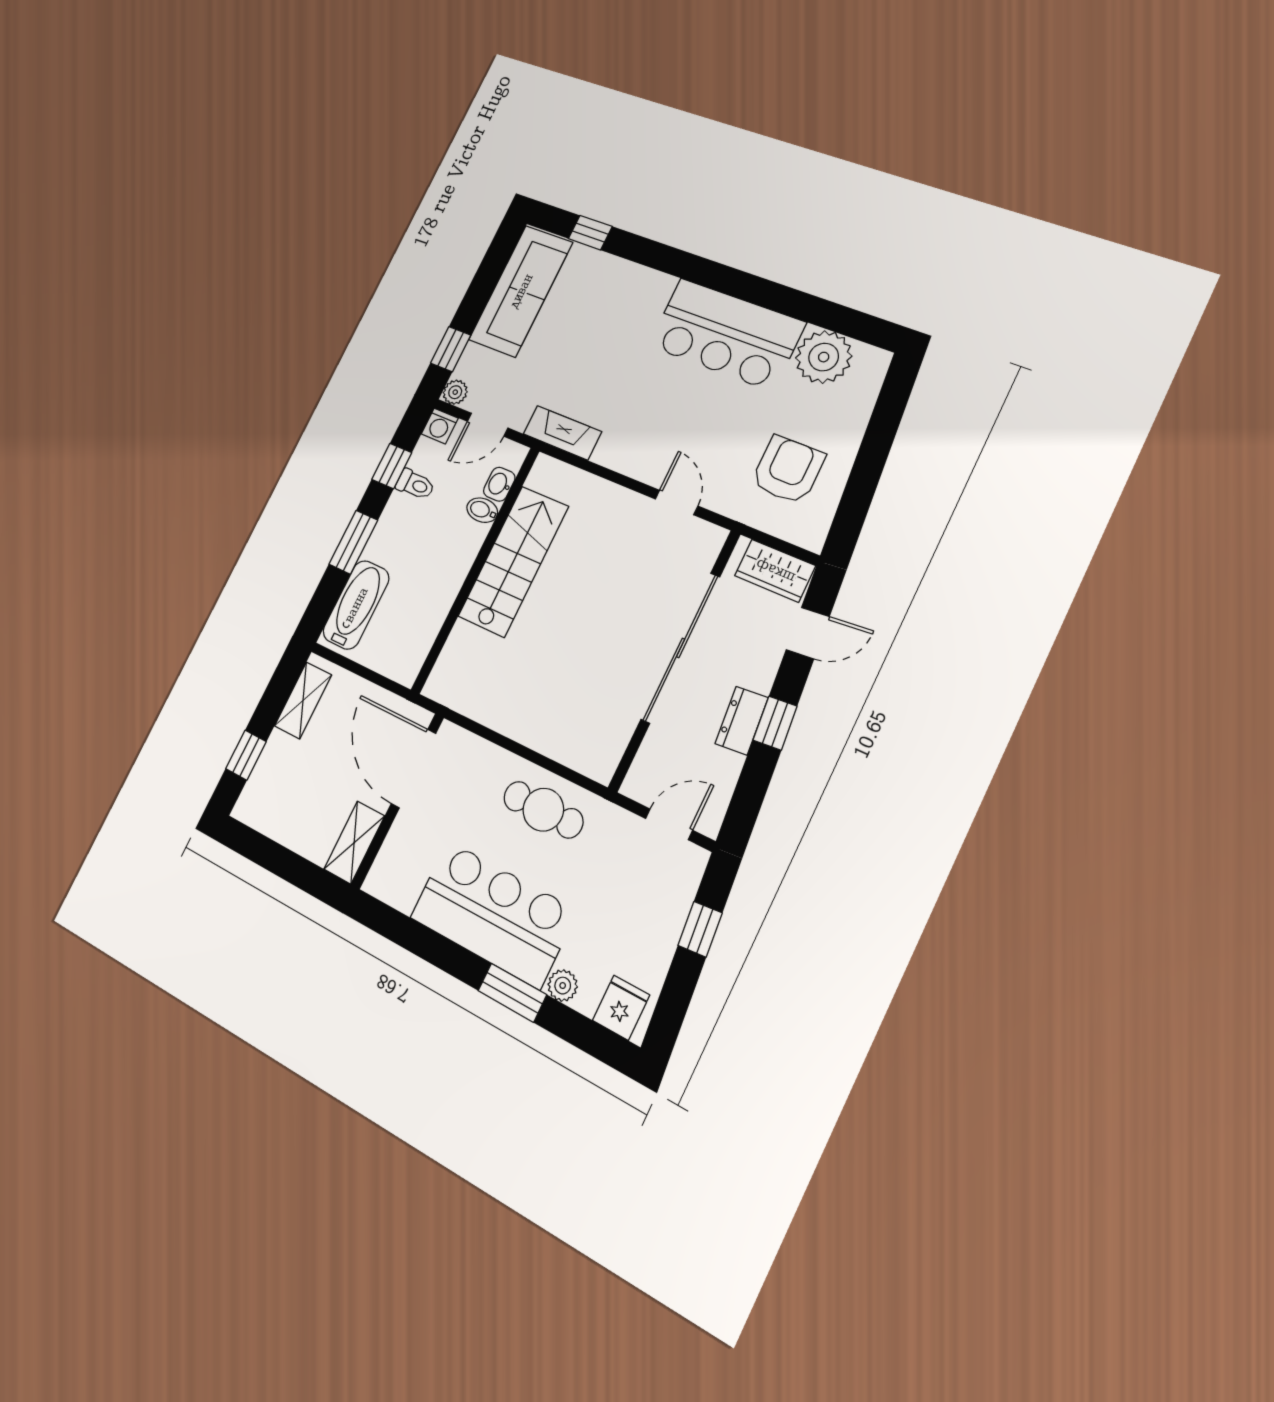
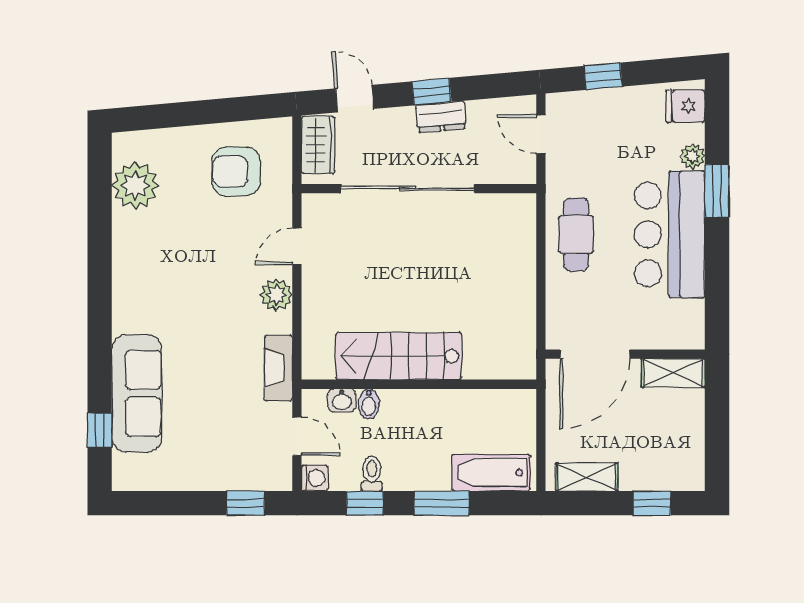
sofa: (521, 291) -> (137, 393), moved, turned 90
bar counter: (726, 334) -> (145, 272), removed
plant: (455, 392) -> (276, 295), moved, width x1.38, depth x1.38

